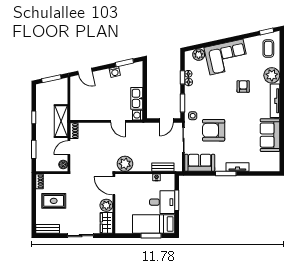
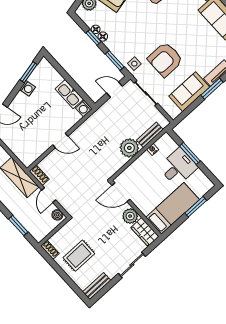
door: (166, 120) -> (114, 90), swing flipped
door: (118, 121) -> (60, 140), moved
sofa: (200, 163) -> (189, 92), moved
plant: (125, 164) -> (129, 148), moved
bed: (154, 224) -> (173, 208), moved, turned 180

